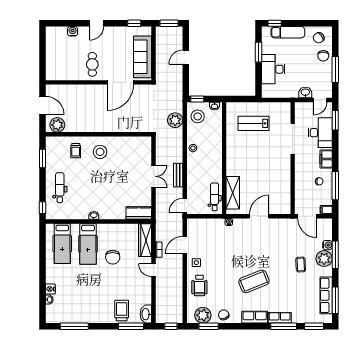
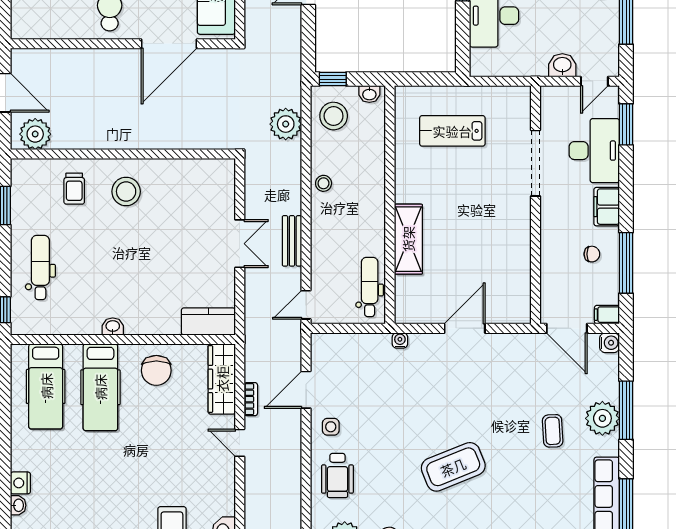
shelving: (233, 193) -> (408, 239), moved
water cooler: (327, 245) -> (610, 343), moved
chair: (113, 257) -> (156, 370), moved

